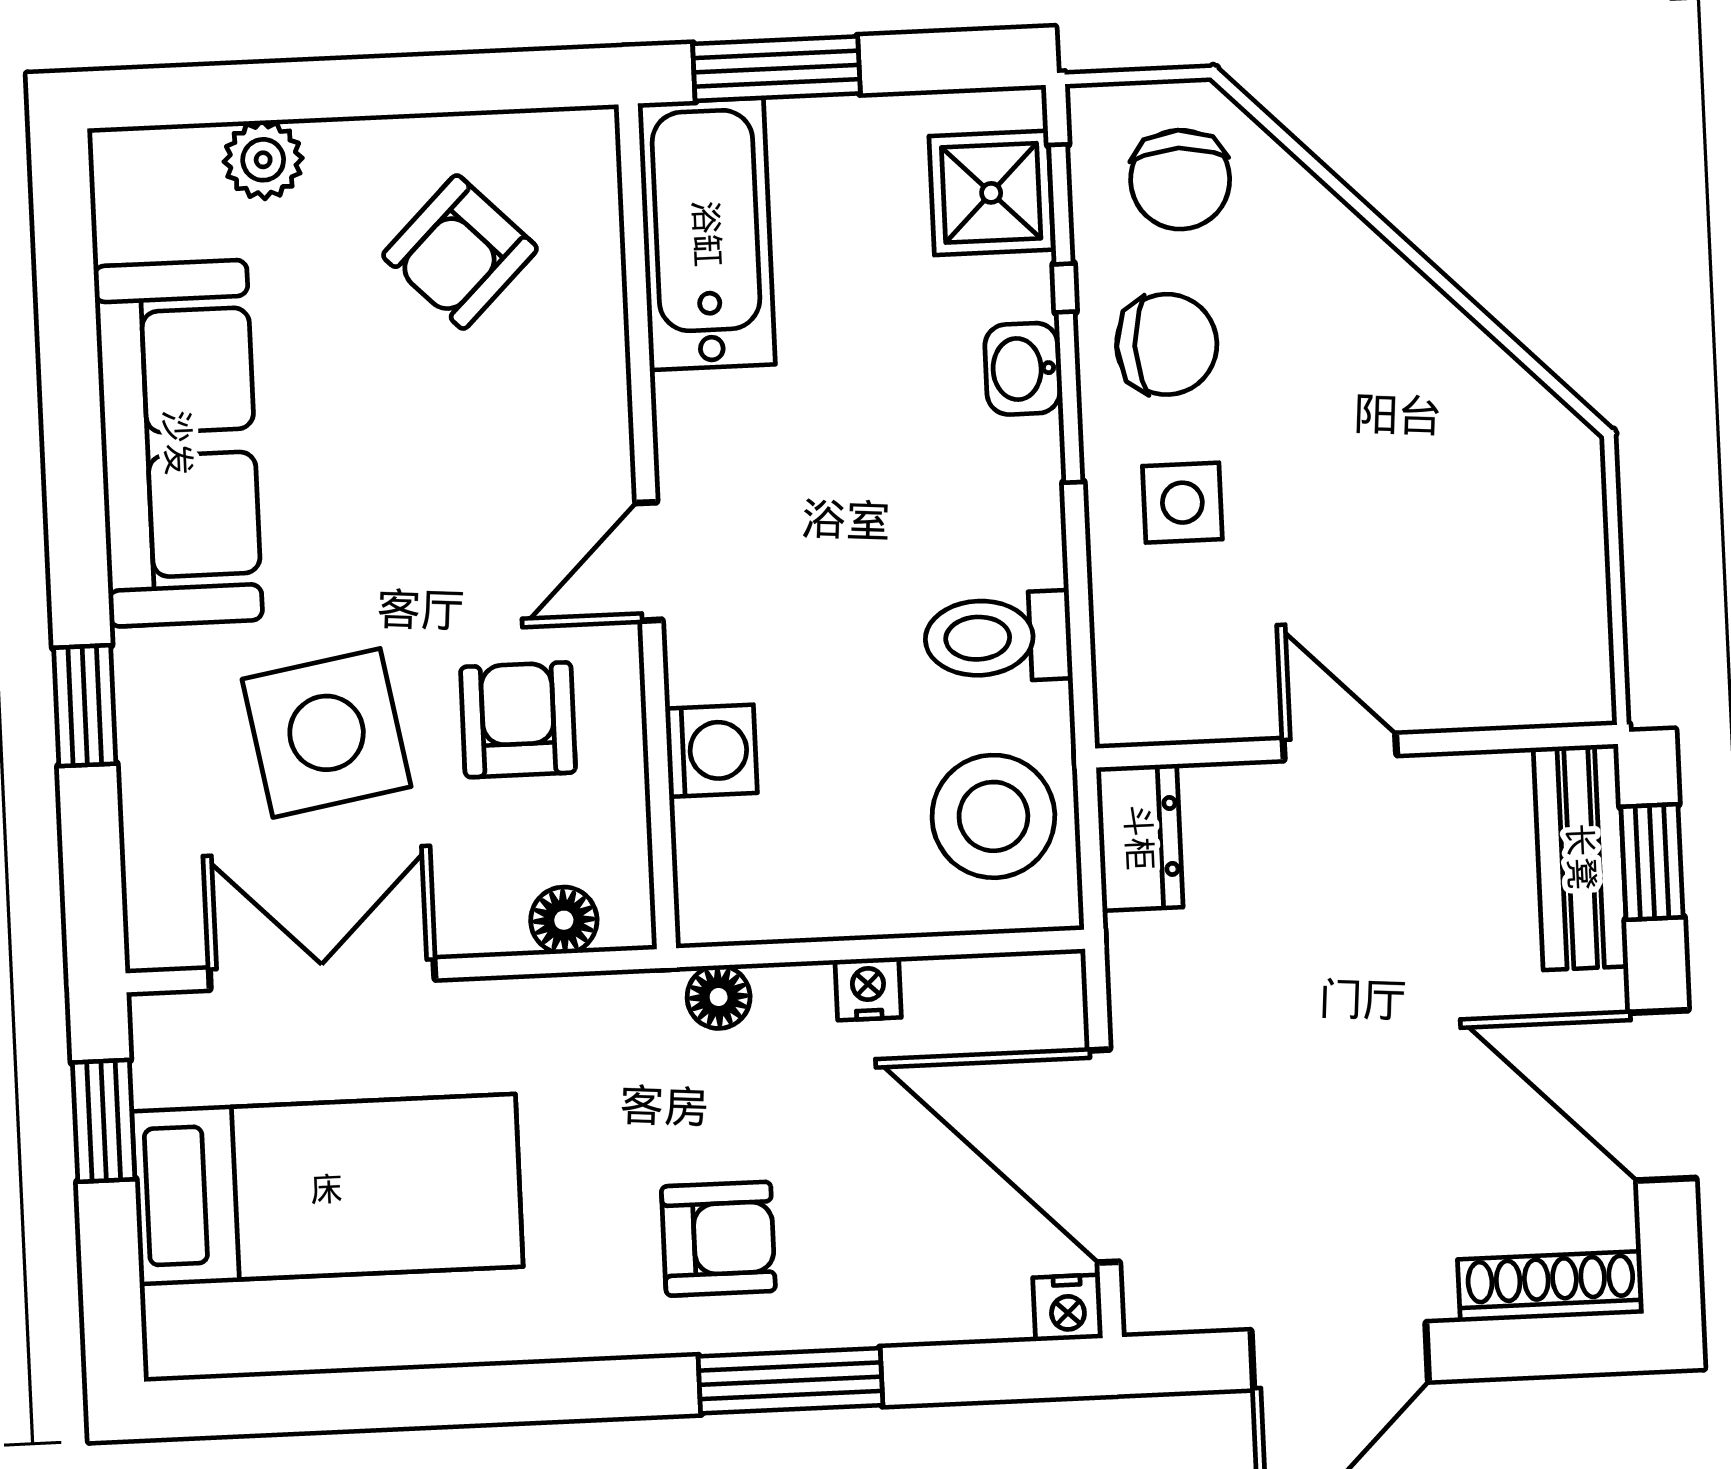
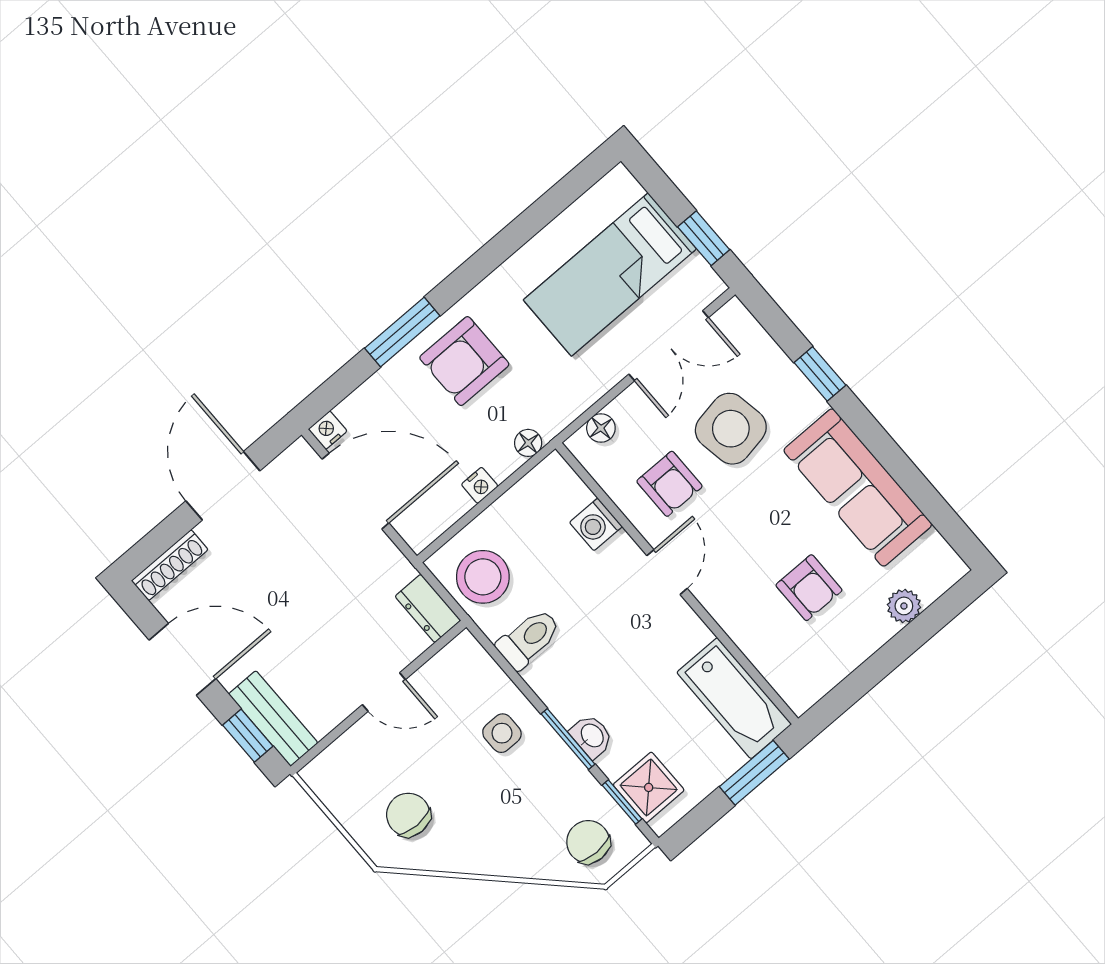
armchair: (460, 252) -> (809, 588), moved, turned 135
chair: (1167, 344) -> (408, 815), moved, turned 90
armchair: (718, 1239) -> (464, 361), width x1.38, depth x1.38

